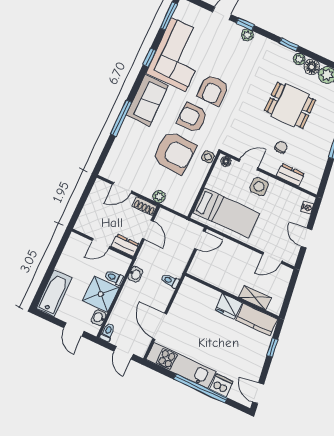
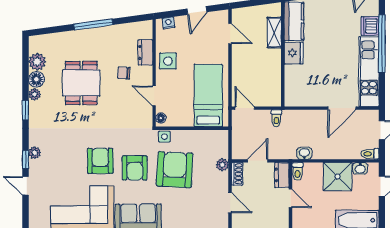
armchair: (213, 90) -> (100, 161), turned -90
side table: (259, 187) -> (168, 61), moved
toilet: (114, 278) -> (298, 171), moved
toilet: (170, 281) -> (276, 118), moved

